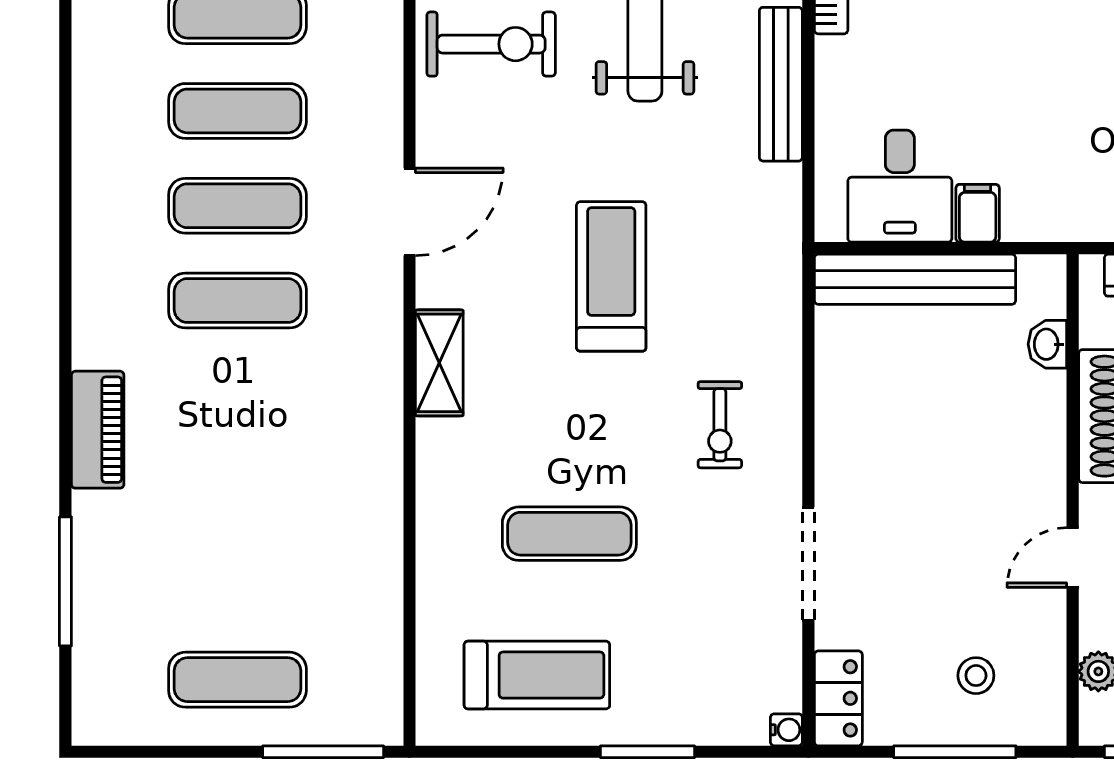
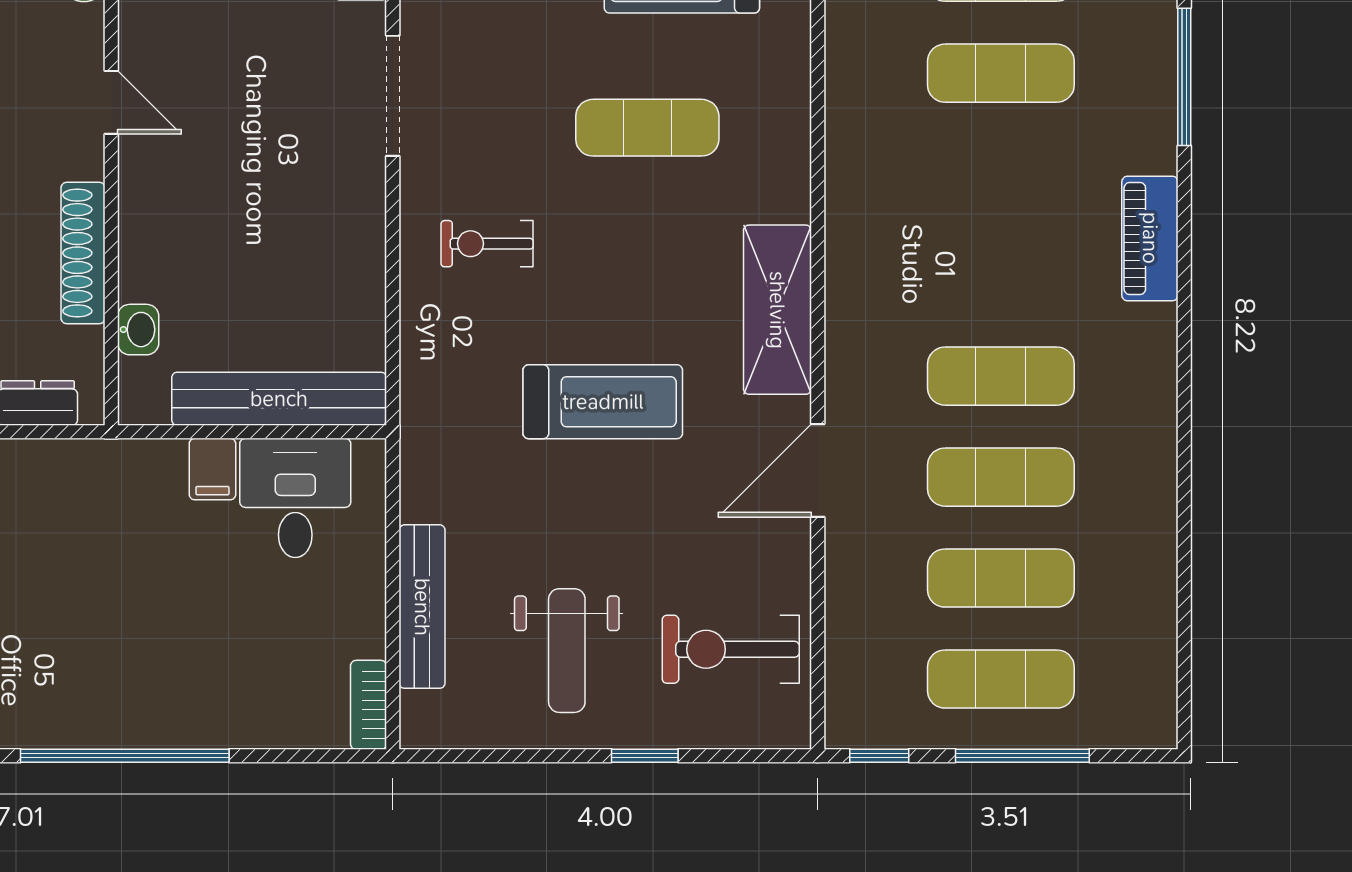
treadmill: (611, 276) -> (603, 402), turned -90
shelving: (439, 363) -> (777, 310), width x1.50, depth x1.33
exercise bike: (720, 425) -> (487, 244), turned -90
door: (1073, 558) -> (111, 102), hinge flipped
exercise mat: (237, 585) -> (1001, 73), added

